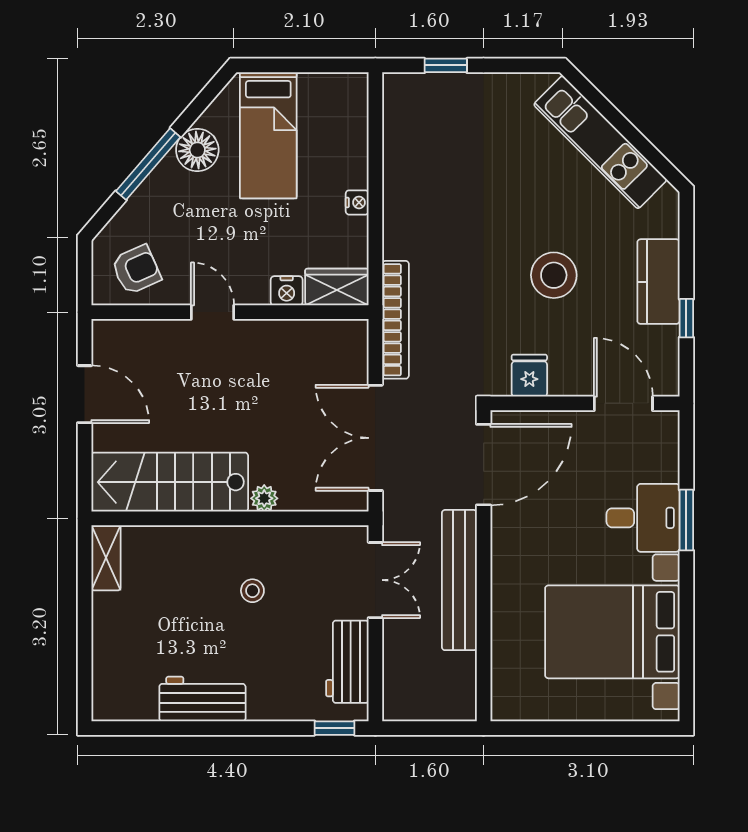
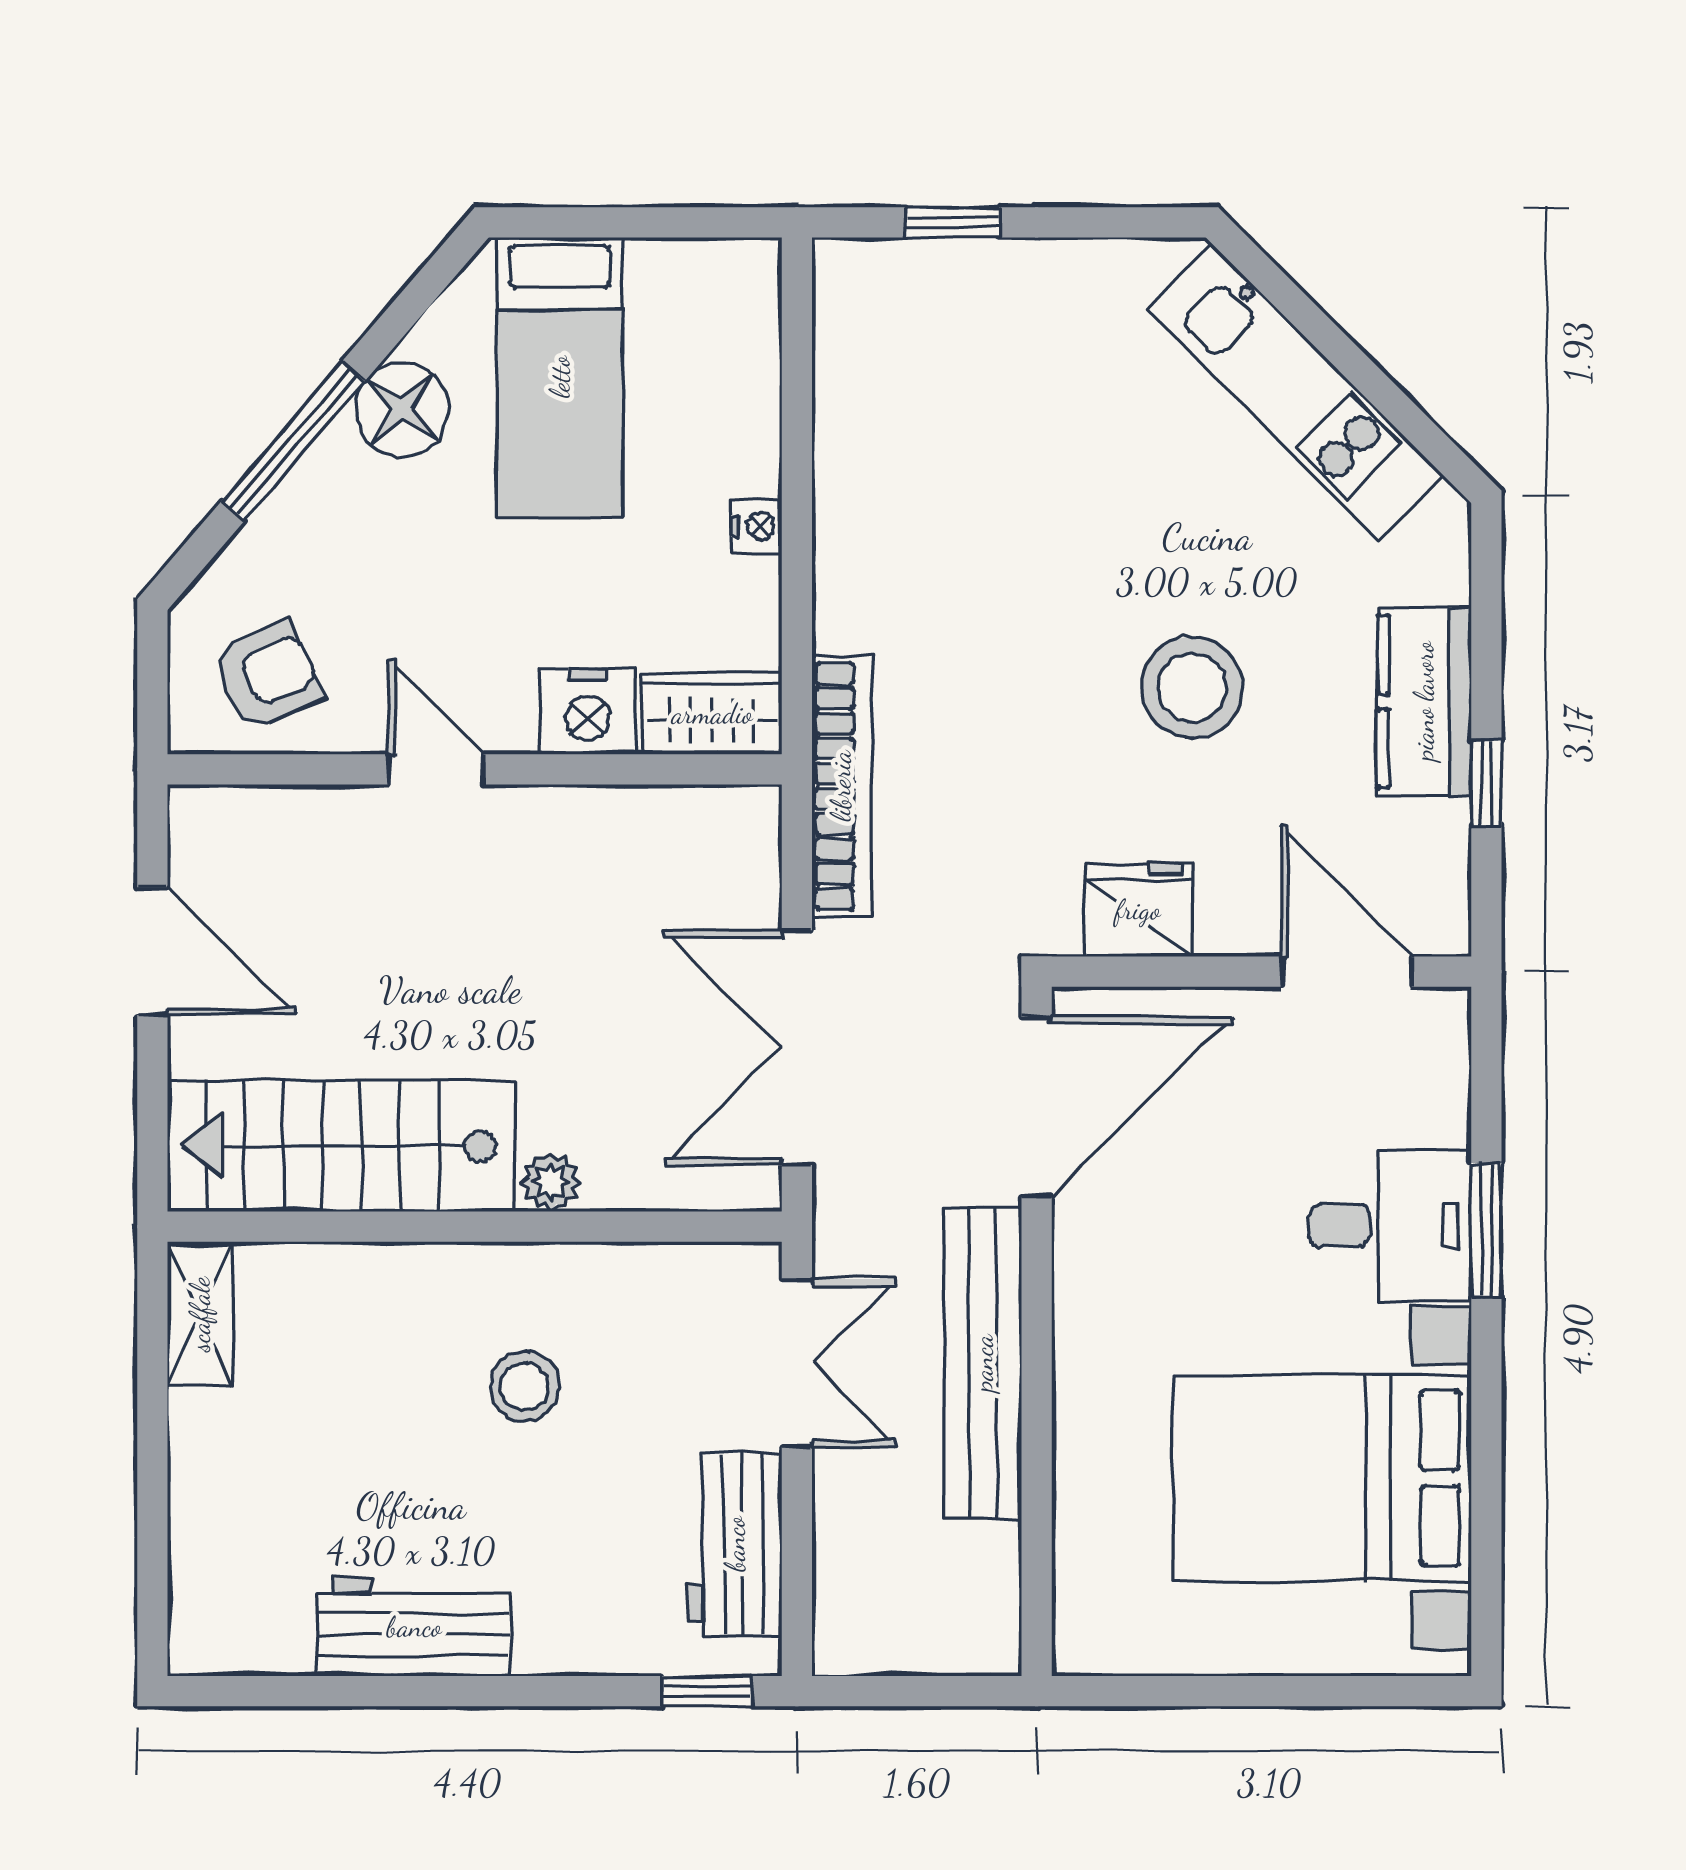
nightstand: (287, 291) -> (588, 711), width x1.36, depth x1.33
fridge: (529, 376) -> (1138, 910), width x1.38
stool: (252, 591) -> (524, 1387), width x1.37, depth x1.37

